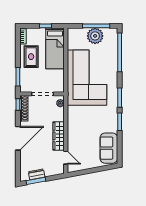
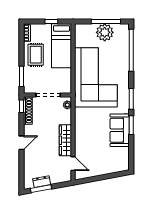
door: (18, 138) -> (21, 143), width x0.53
sofa: (109, 148) -> (120, 130), moved

